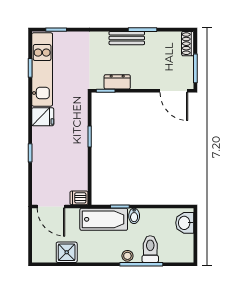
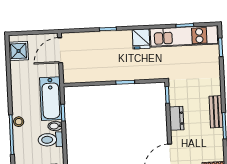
dresser: (117, 82) -> (177, 118), moved
dishwasher: (79, 198) -> (69, 75), removed
toilet: (150, 249) -> (51, 140), moved, turned 180
shower: (67, 252) -> (19, 51), moved

